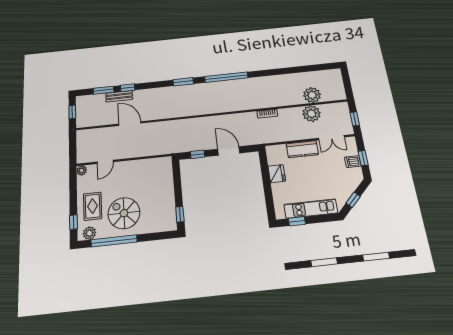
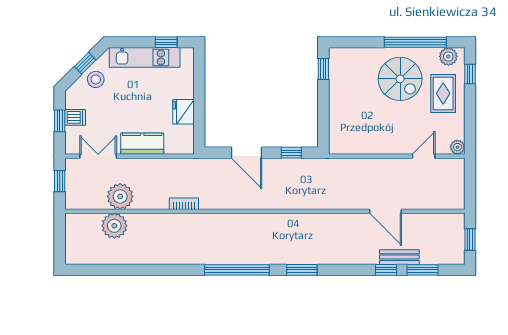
stool: (343, 189) -> (96, 79), added

